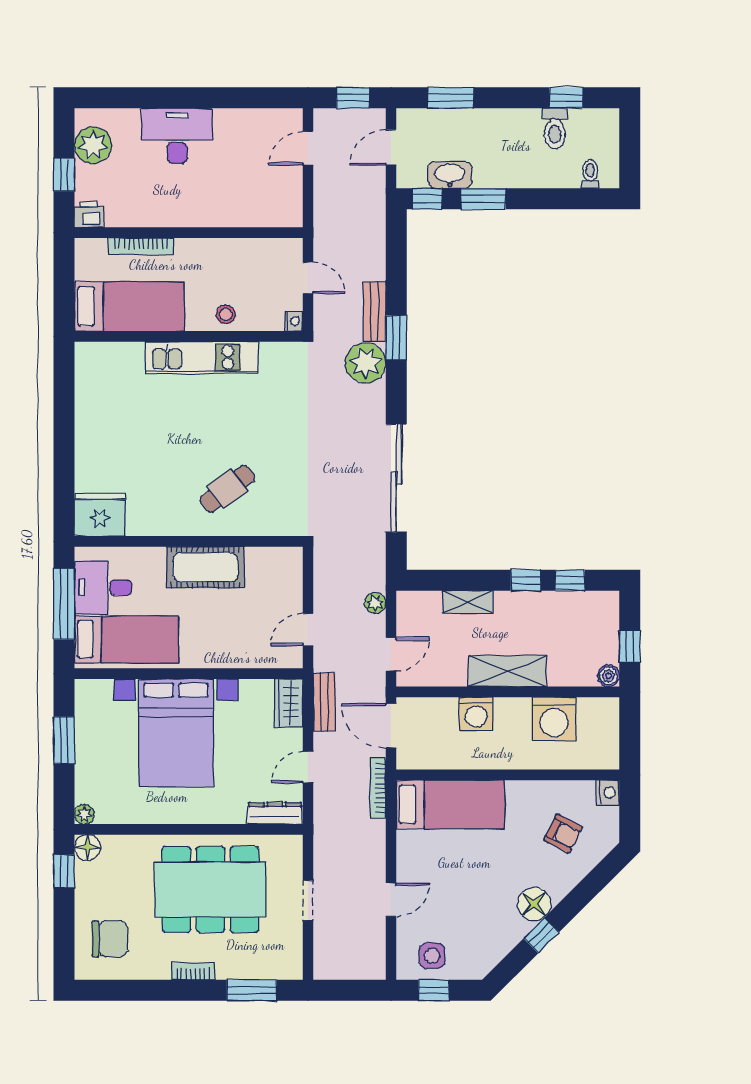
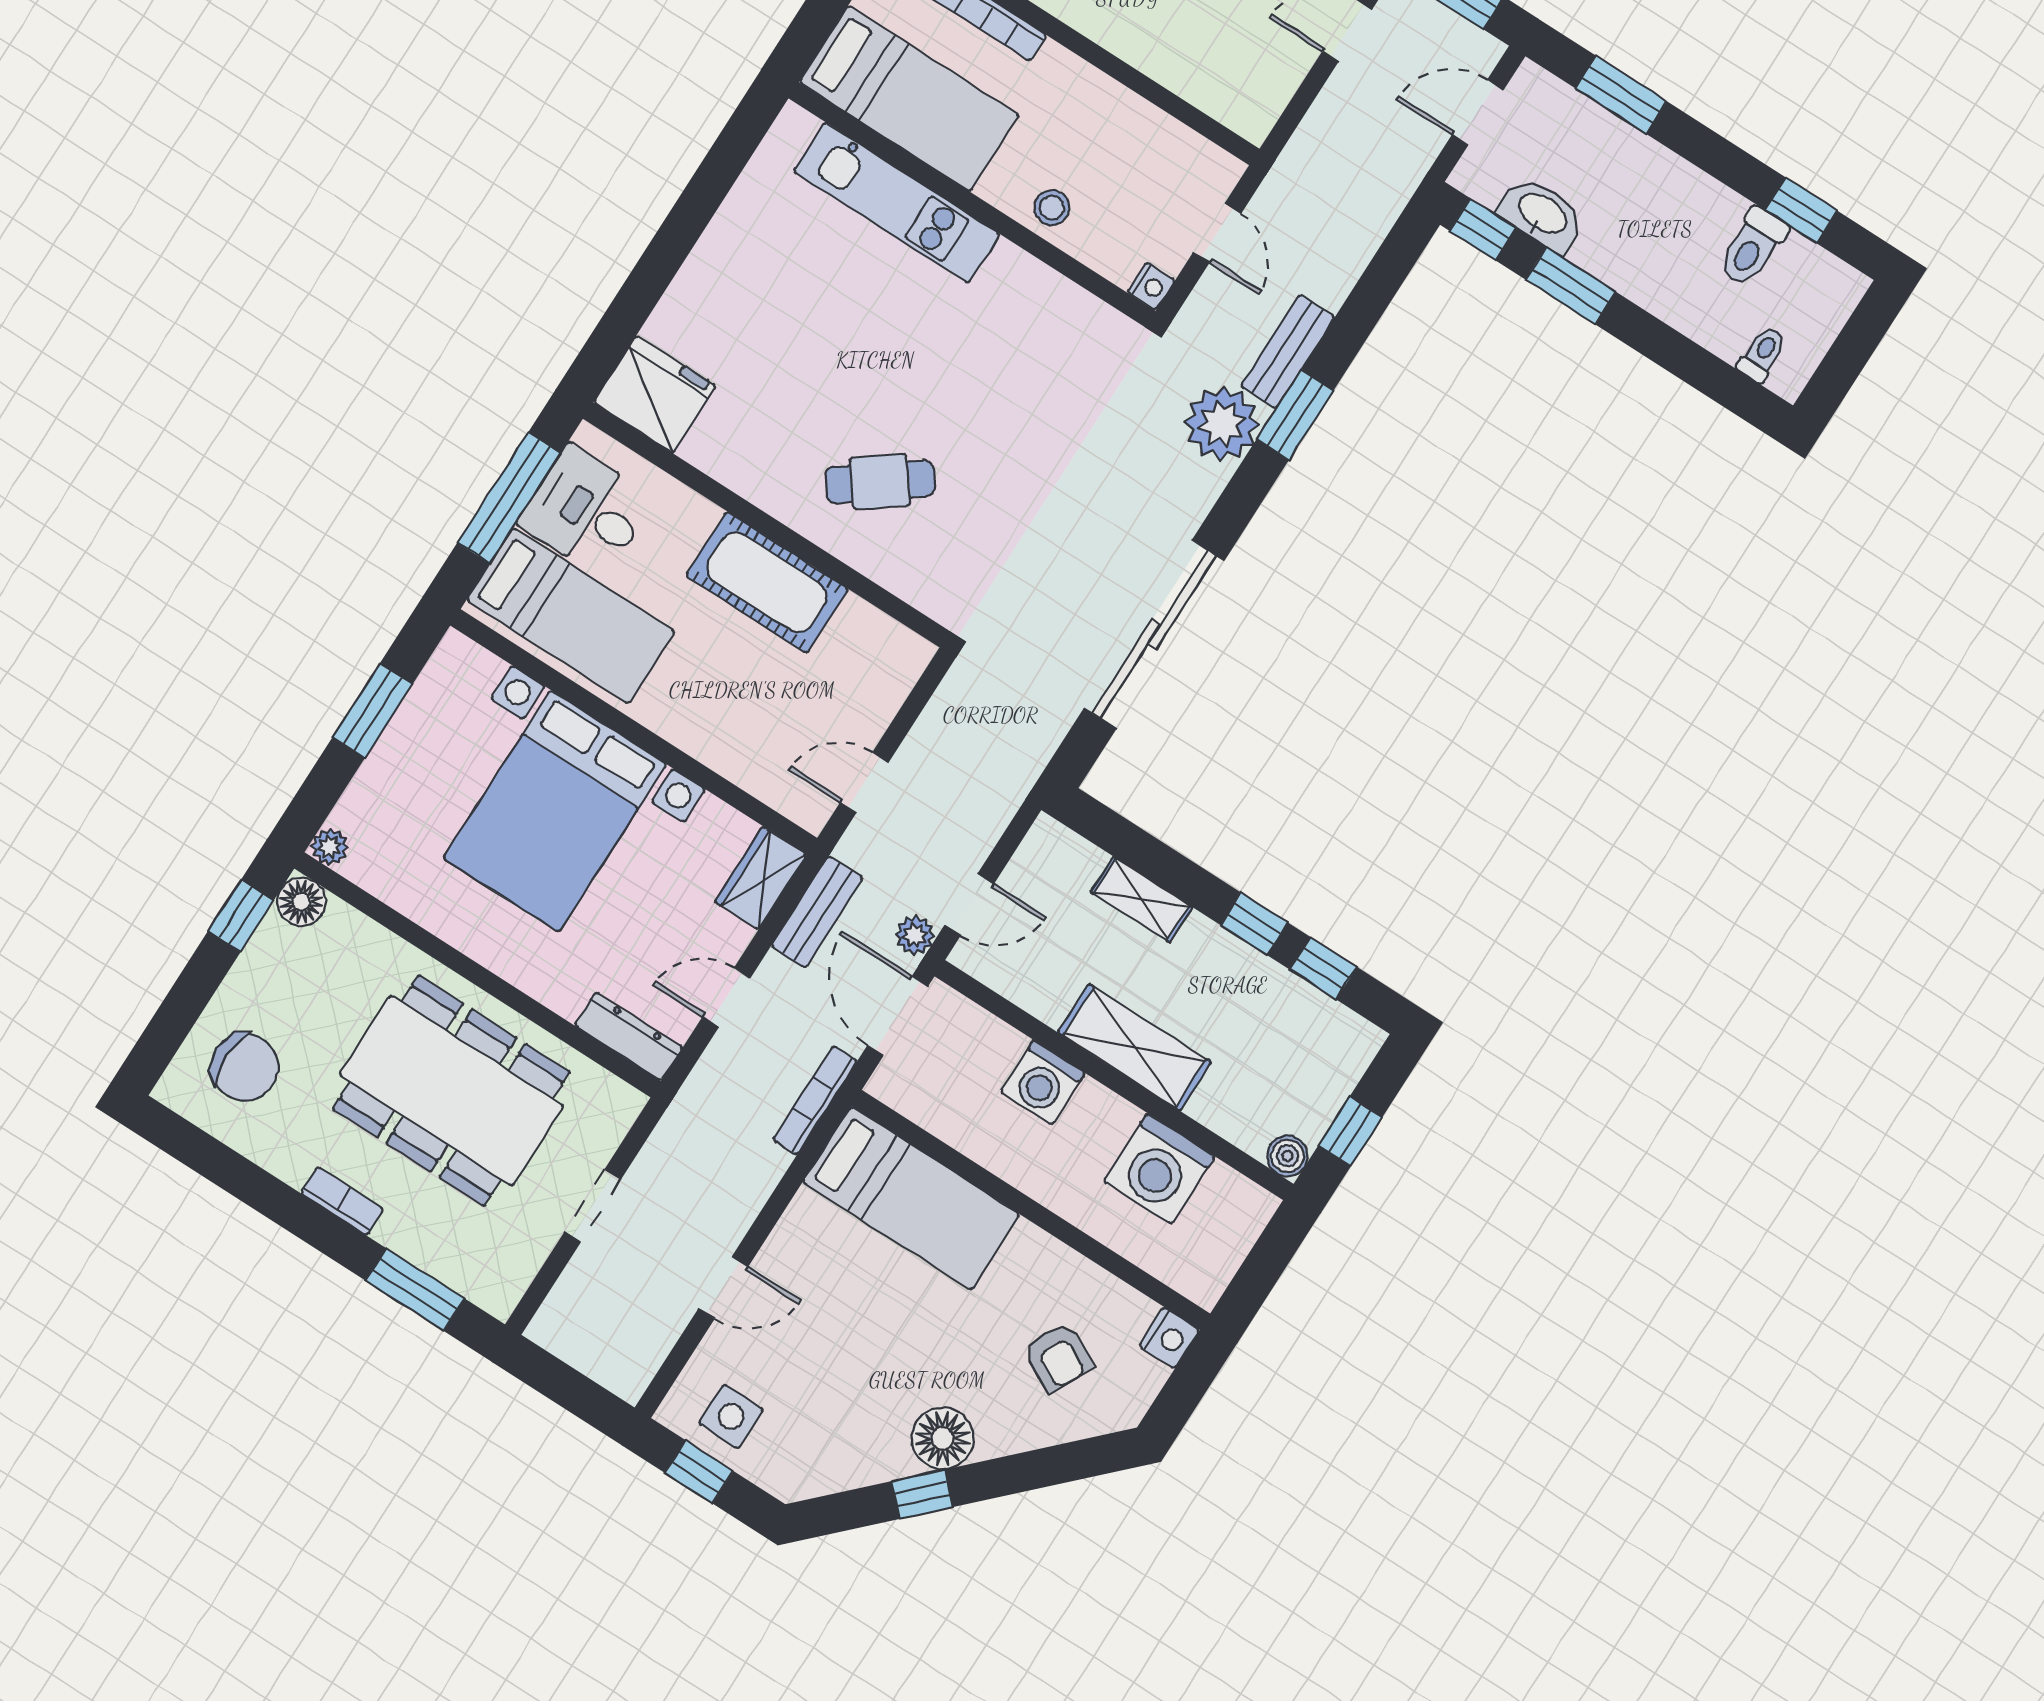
kitchen unit: (202, 357) -> (897, 203), moved
plant: (375, 603) -> (915, 935), moved

